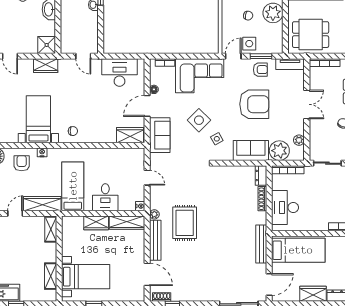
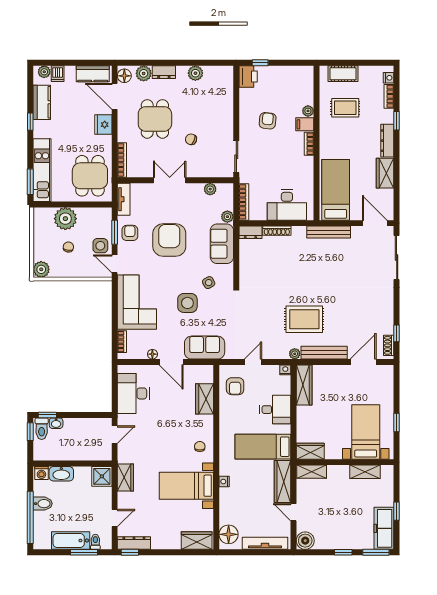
side table: (199, 120) -> (187, 303), turned 45
wardrobe: (130, 135) -> (205, 399), moved
plant: (279, 151) -> (227, 217), width x0.53, depth x0.53
armchair: (22, 163) -> (235, 386), moved, turned -90
wardrobe: (96, 223) -> (310, 451), moved, turned -90

